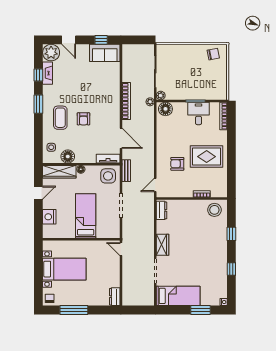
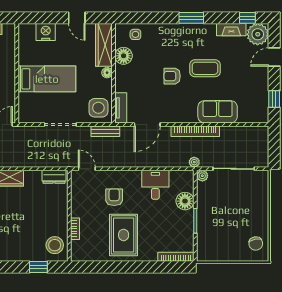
sofa: (105, 53) -> (218, 112), moved, turned 90
window: (38, 75) -> (247, 18), moved
floor lamp: (165, 109) -> (185, 201), moved
desk: (199, 113) -> (155, 185), moved, turned -90
coffee table: (60, 118) -> (205, 68), moved
window: (231, 234) -> (38, 267), moved

